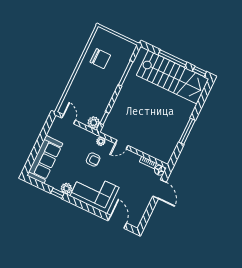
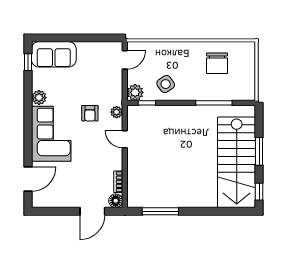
window: (173, 59) -> (259, 151), width x0.69
side table: (98, 100) -> (166, 84), added
window: (187, 131) -> (160, 211), moved
sofa: (45, 159) -> (54, 54), width x0.73
window: (57, 193) -> (28, 62), moved

